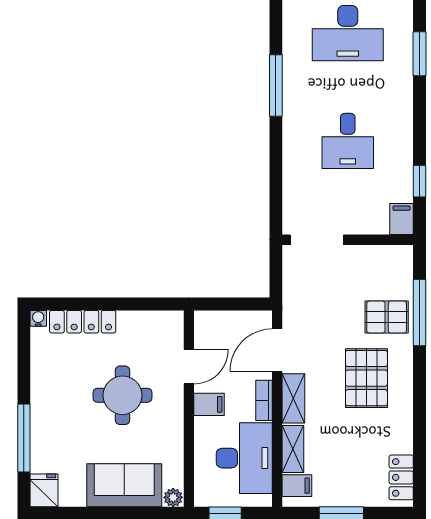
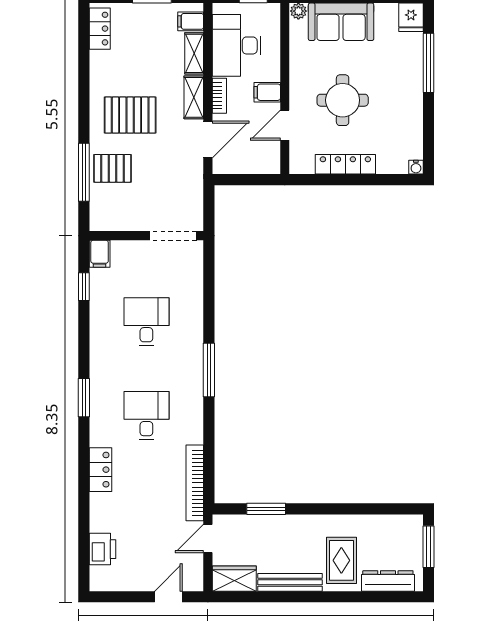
desk: (348, 33) -> (146, 416), width x0.73
locker: (83, 322) -> (345, 164), moved
pallet: (366, 378) -> (130, 115), turned 90

